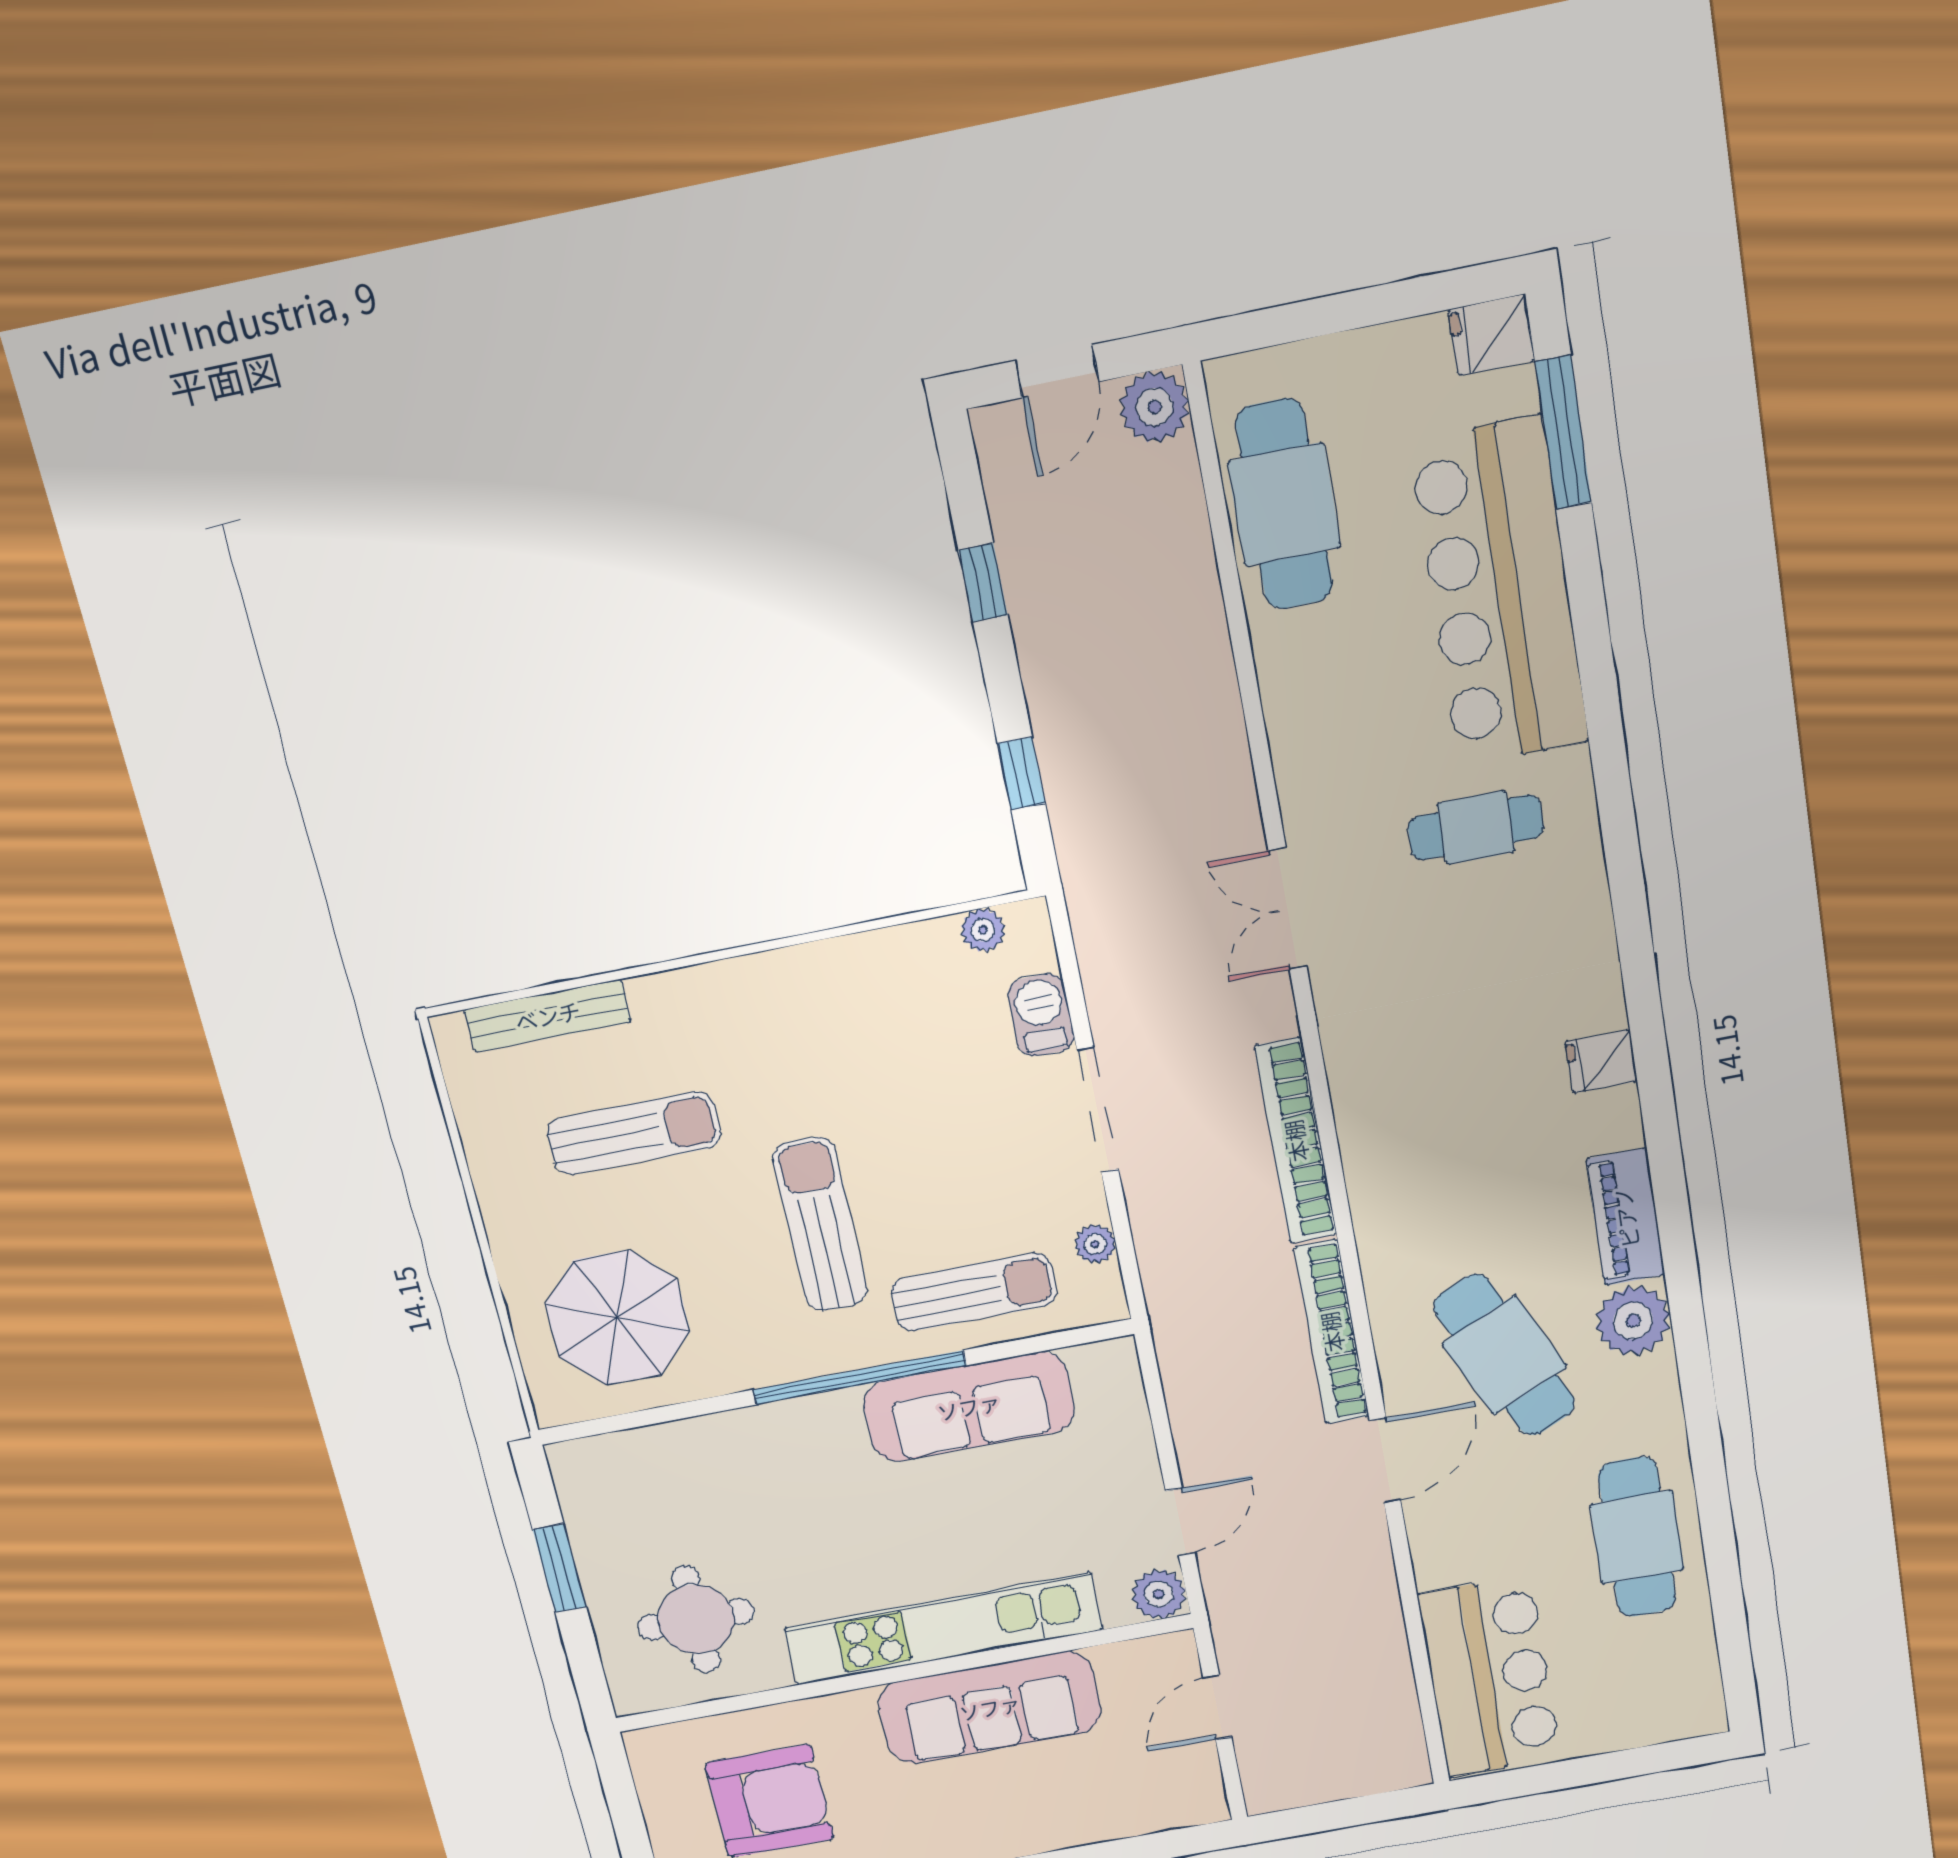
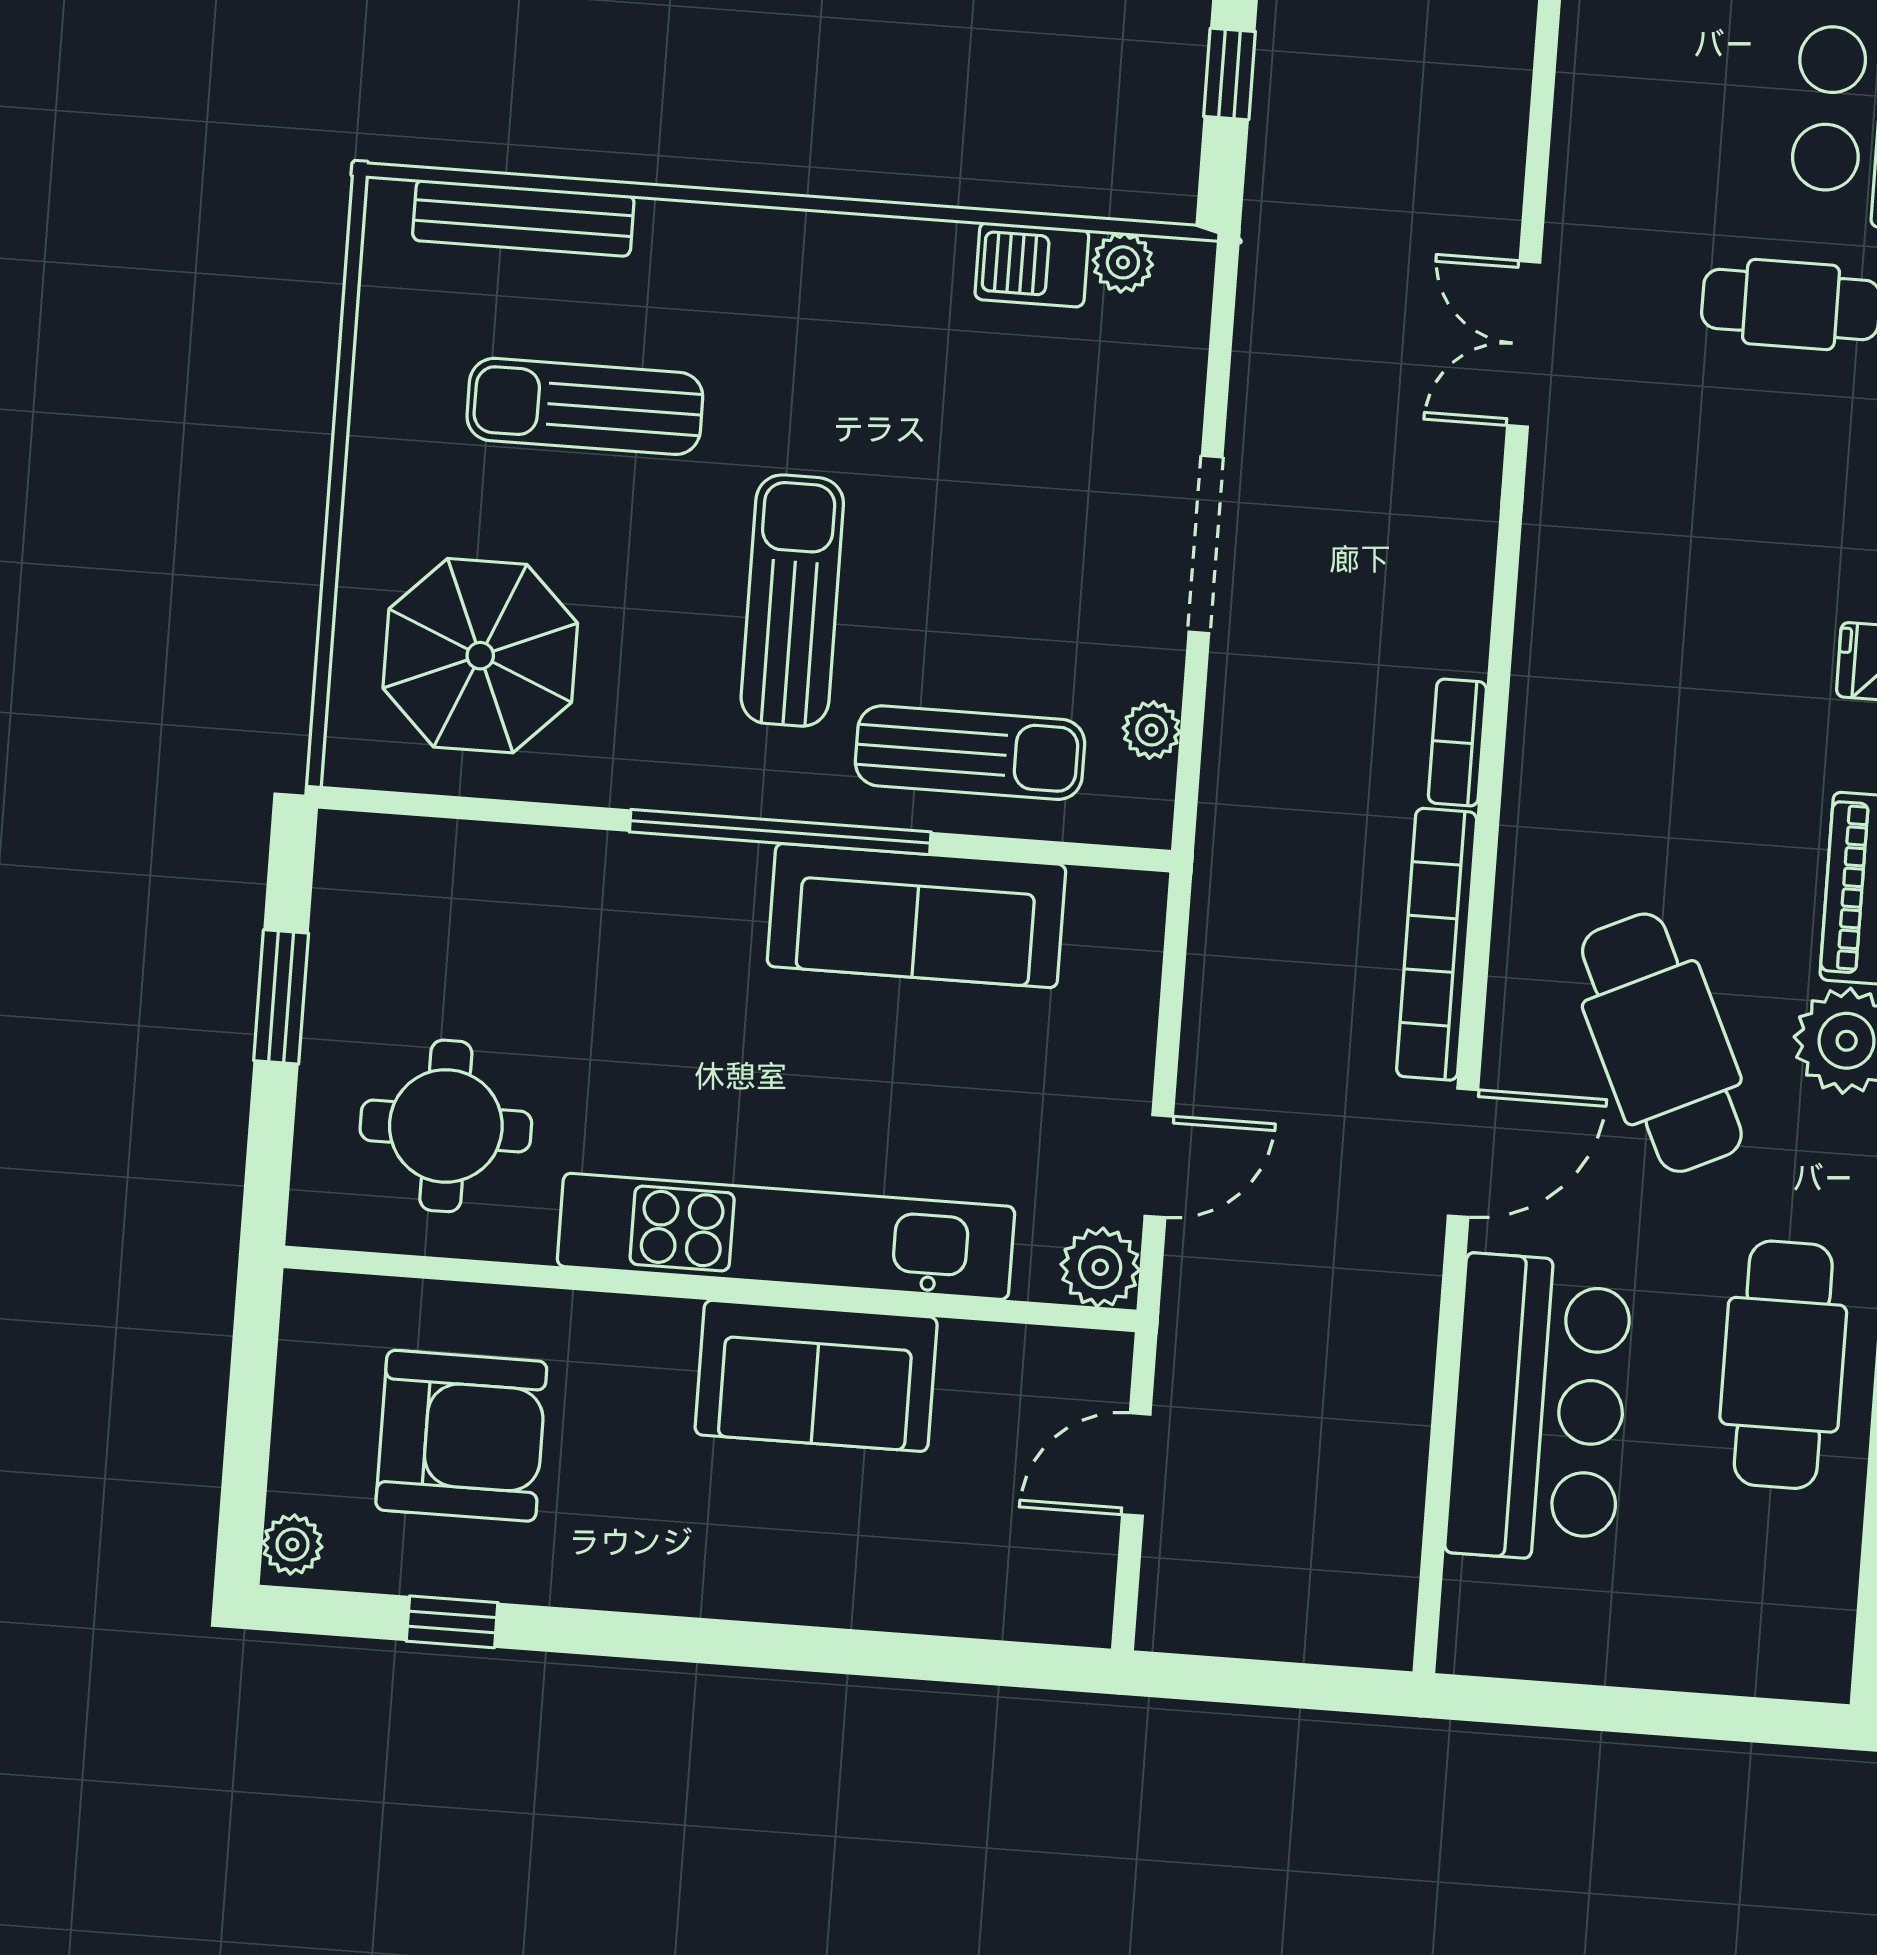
barbecue: (1041, 1015) -> (1032, 265), moved, turned -90
sun lounger: (634, 1133) -> (585, 406), turned 180
bookcase: (1296, 1141) -> (1457, 742), width x0.43, depth x0.76
bar counter: (1490, 1677) -> (1539, 1409), moved
sofa: (990, 1708) -> (816, 1376), width x0.73

